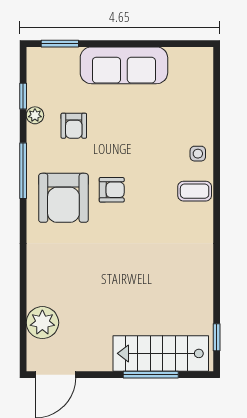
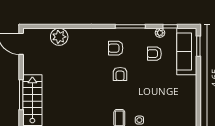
sofa: (124, 65) -> (187, 52), moved
armchair: (63, 198) -> (116, 48), width x0.53, depth x0.53
plant: (42, 323) -> (59, 37), moved

